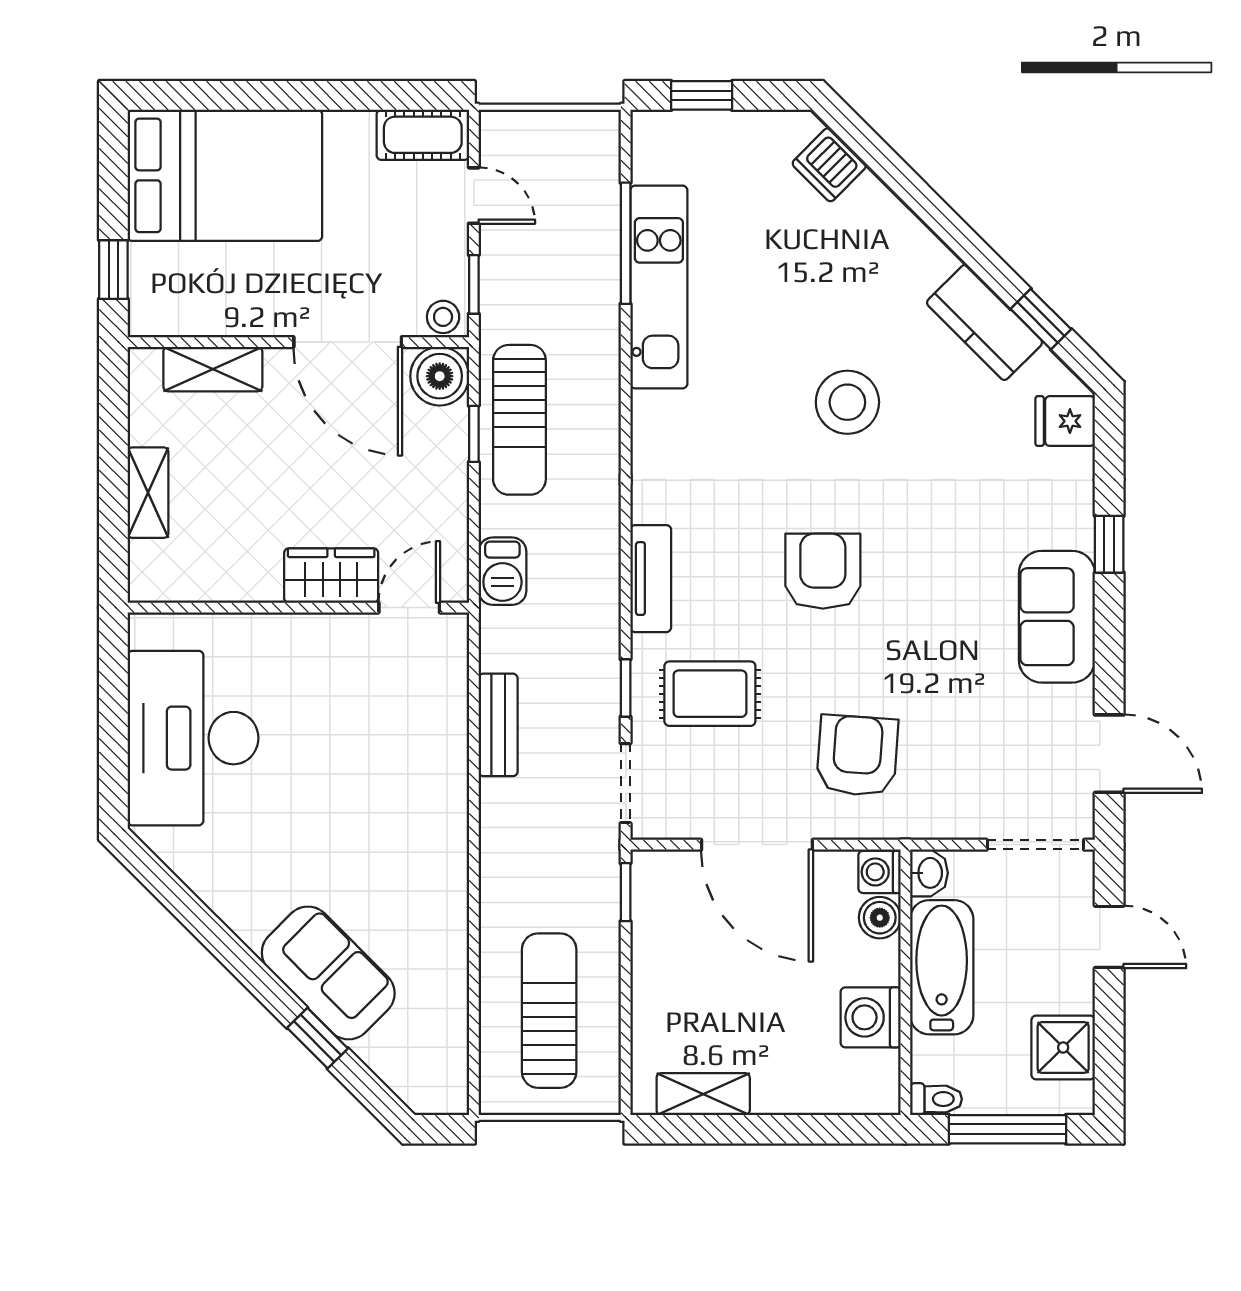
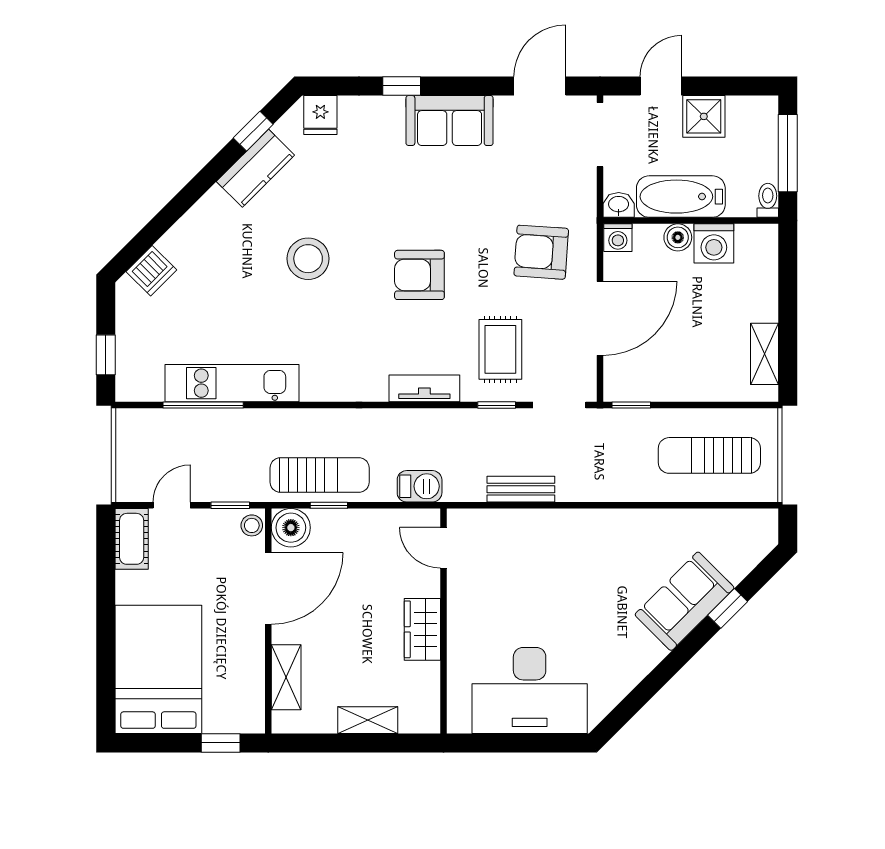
wardrobe: (331, 576) -> (422, 629), moved
boiler: (880, 918) -> (678, 237), moved
shower: (1063, 1047) -> (704, 116), moved

